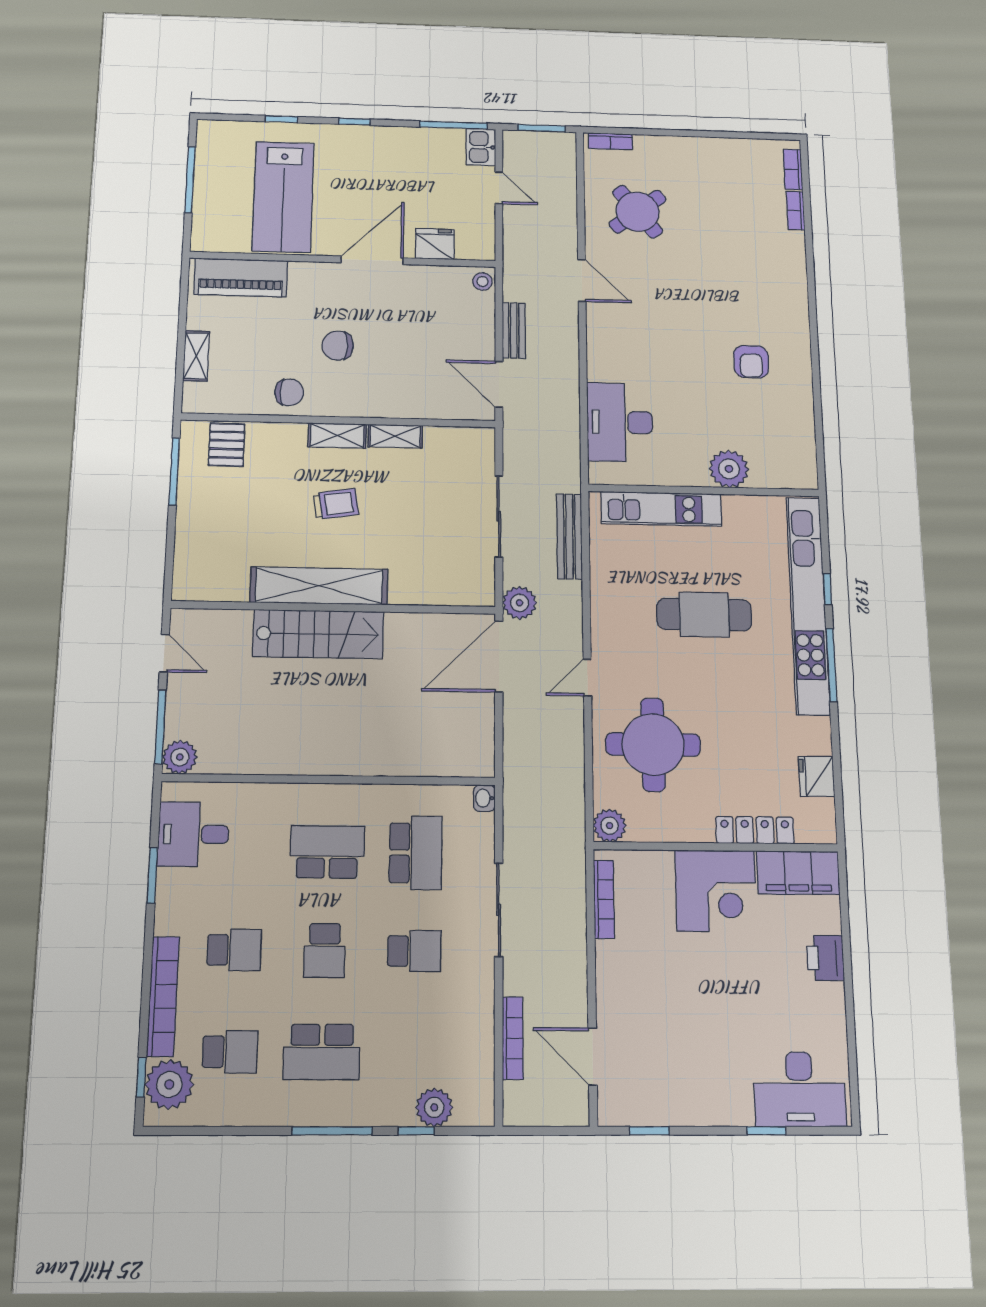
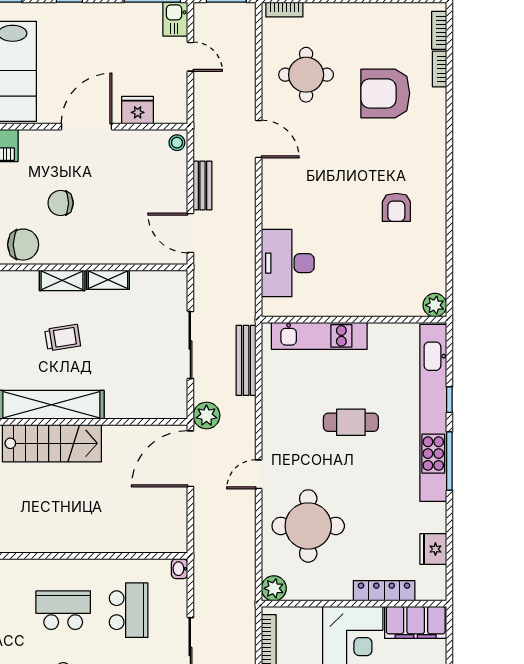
round table: (638, 212) -> (306, 75), turned 38
armchair: (733, 235) -> (385, 93), added
chair: (289, 392) -> (23, 245), width x1.37, depth x1.37
plant: (729, 469) -> (435, 305), moved, width x0.73, depth x0.73
cafe table: (704, 615) -> (351, 422), width x0.73, depth x0.74

